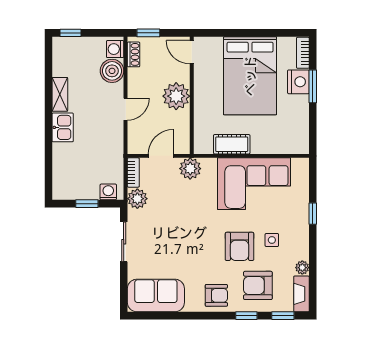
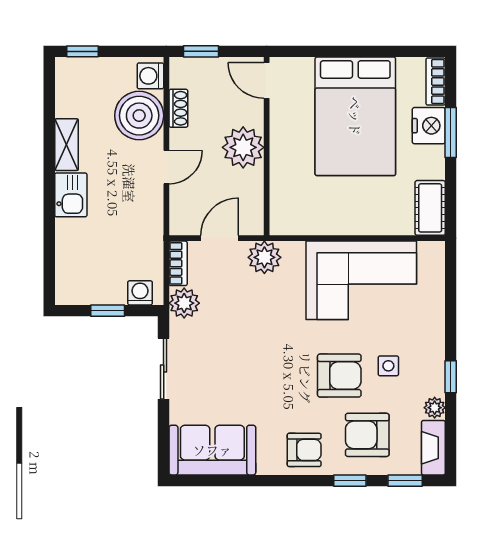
shoe rack: (134, 54) -> (178, 108), moved
boiler: (112, 71) -> (139, 116), width x1.37, depth x1.37
cot: (232, 144) -> (430, 208), moved, turned 90
window: (313, 214) -> (451, 377), moved
armchair: (239, 246) -> (339, 376), turned -90

